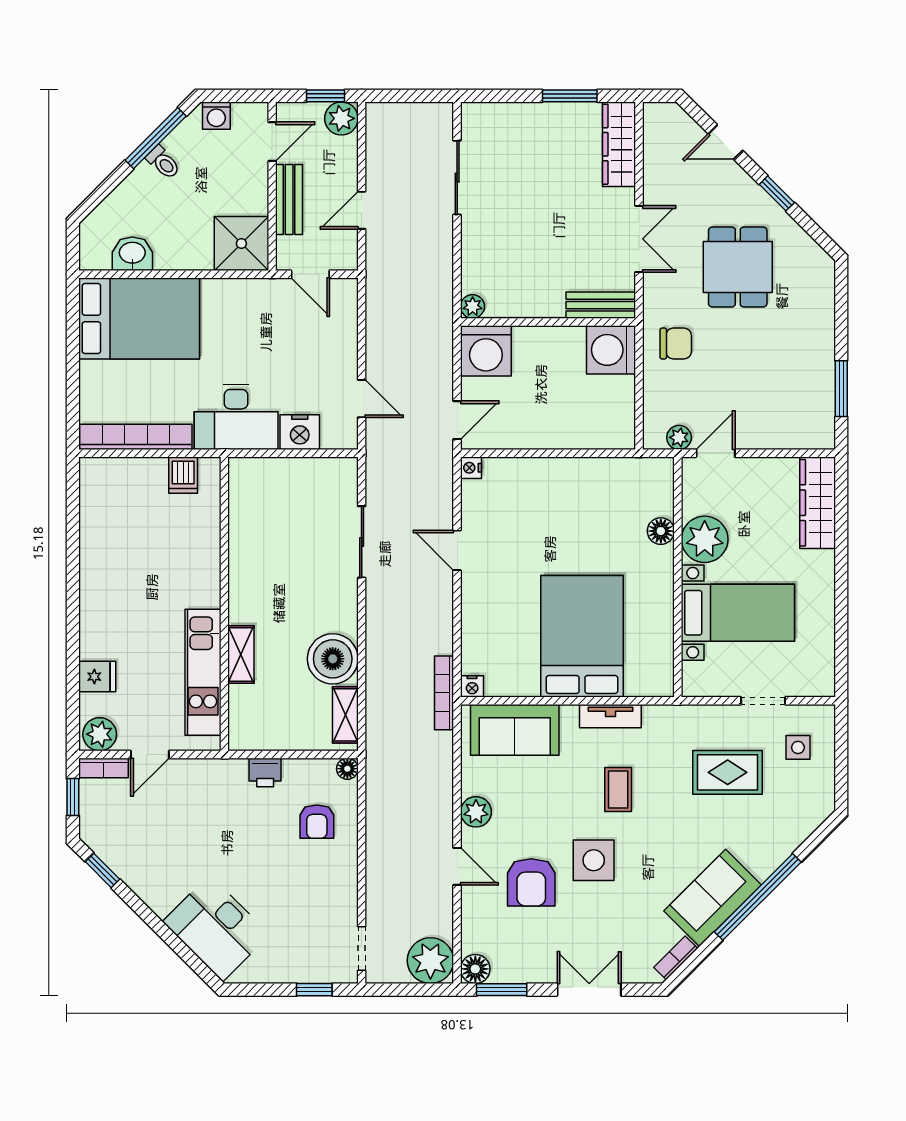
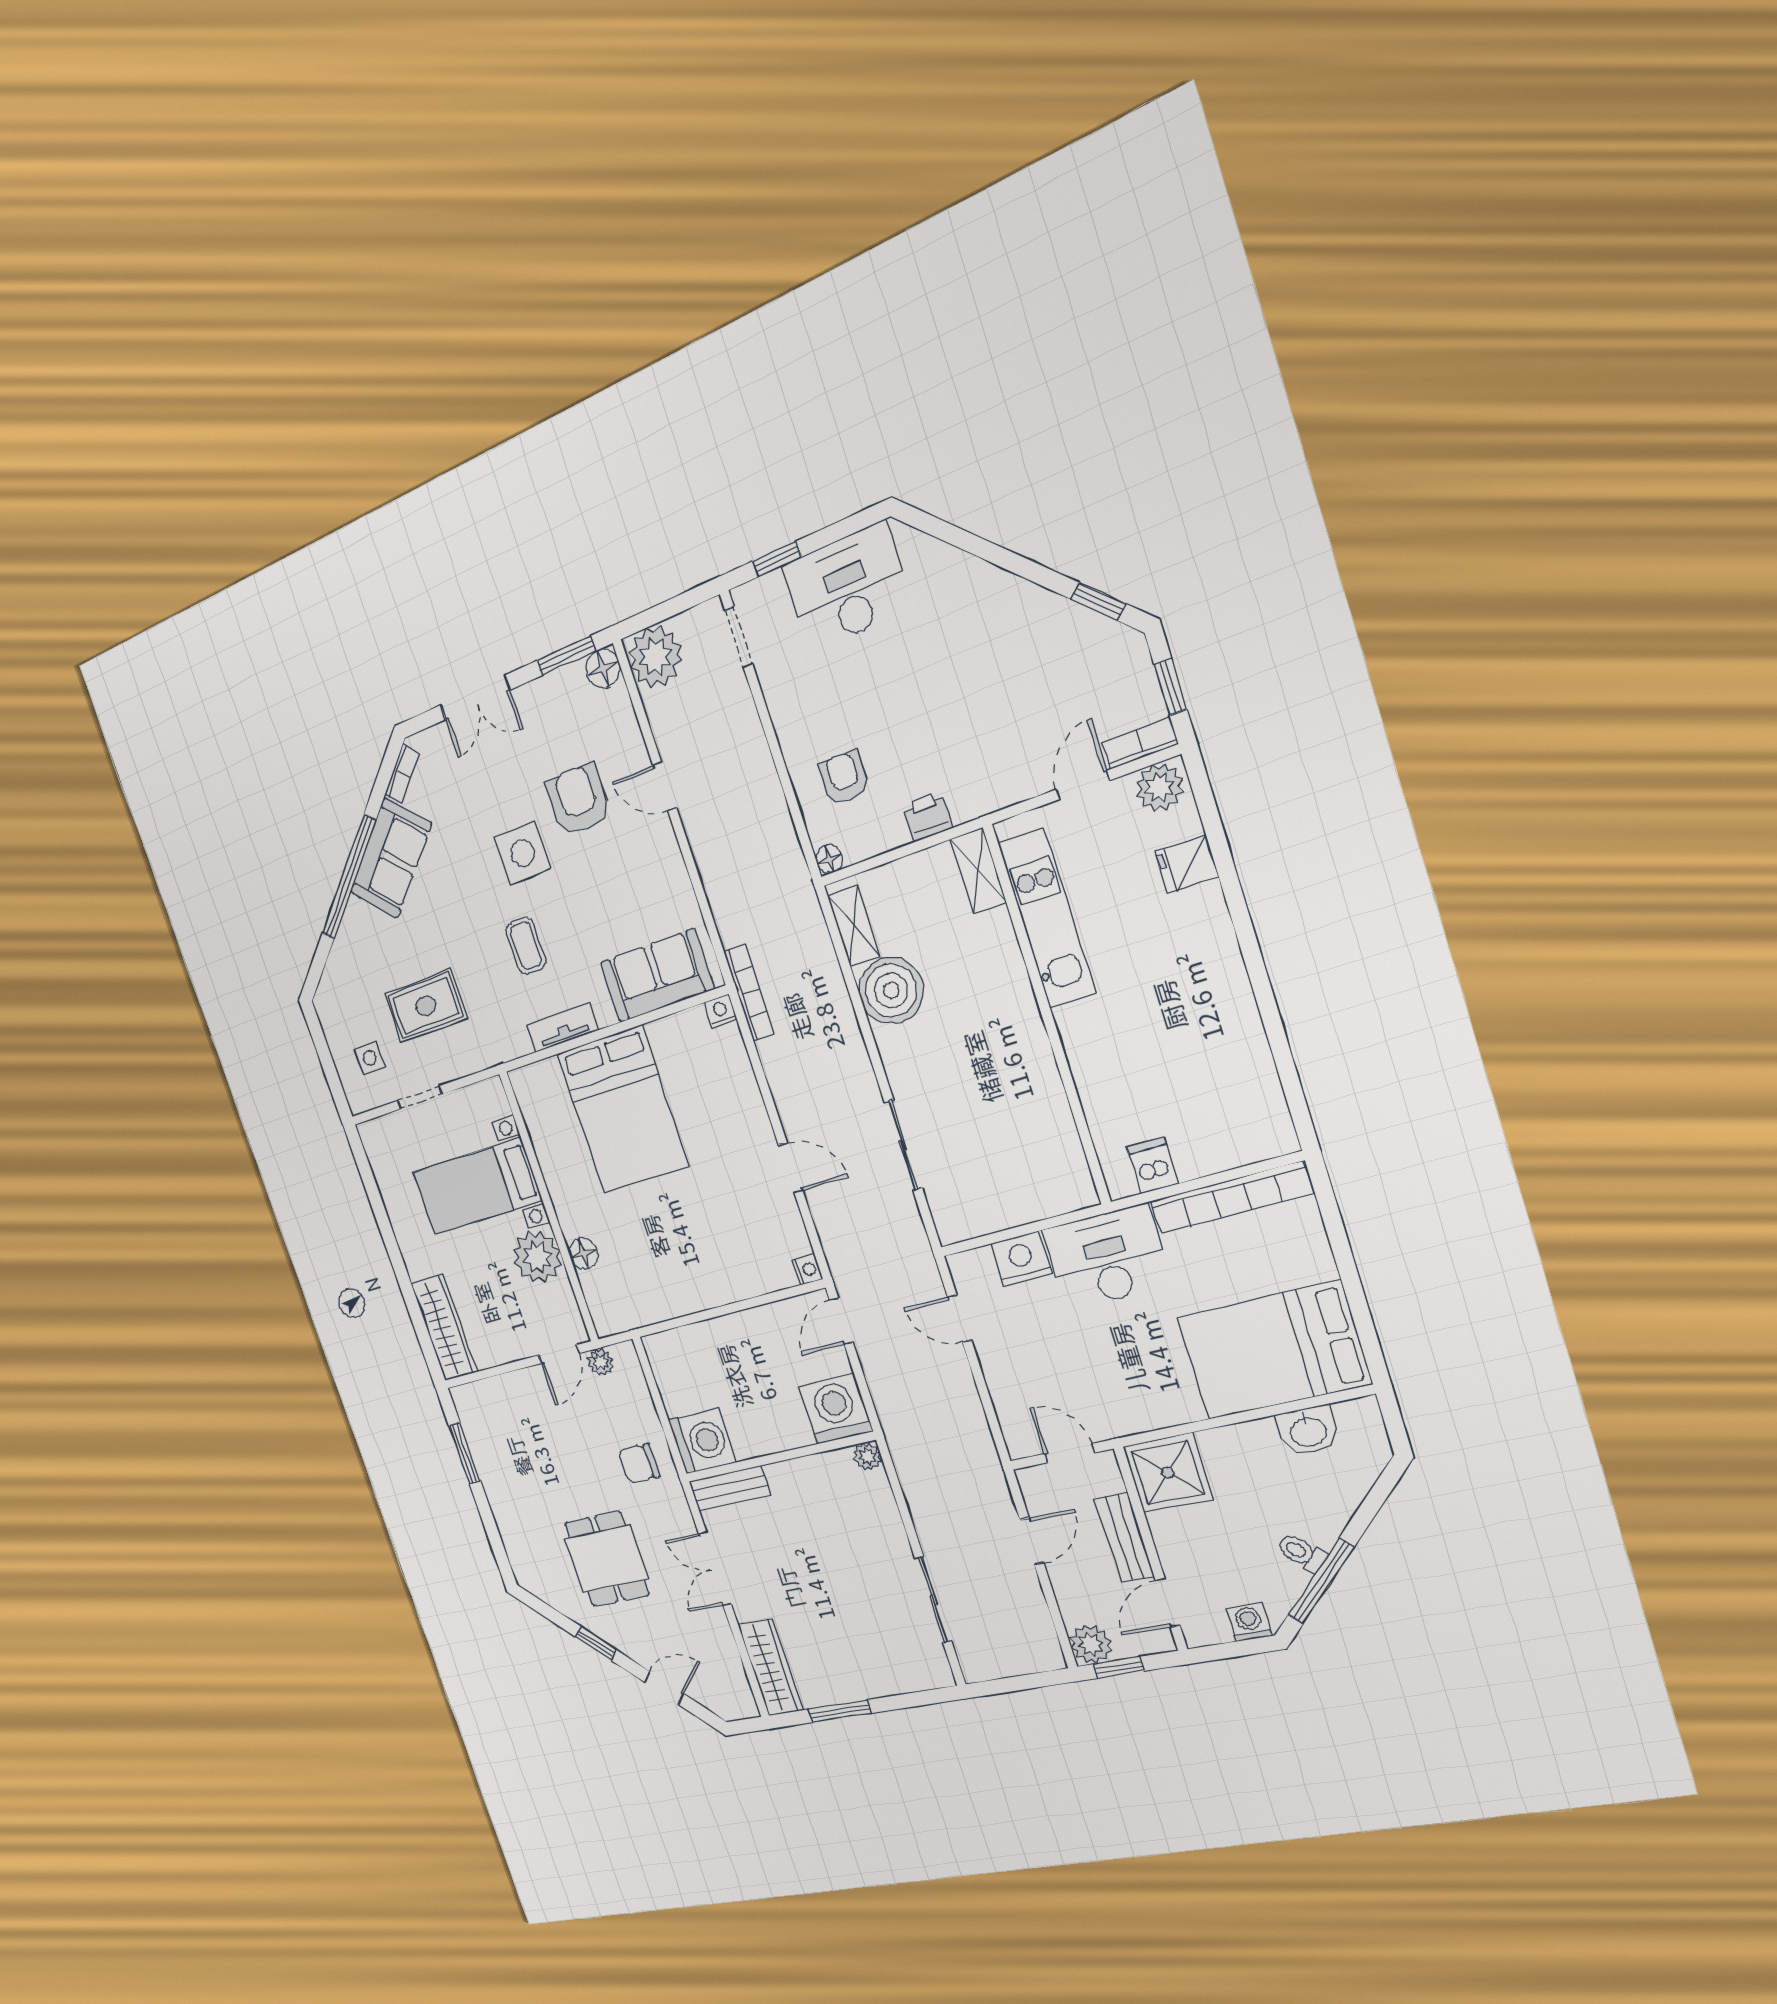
shelving: (241, 655) -> (978, 871), moved
plant: (476, 812) -> (666, 861), removed
desk: (216, 928) -> (847, 587), moved, turned -45

